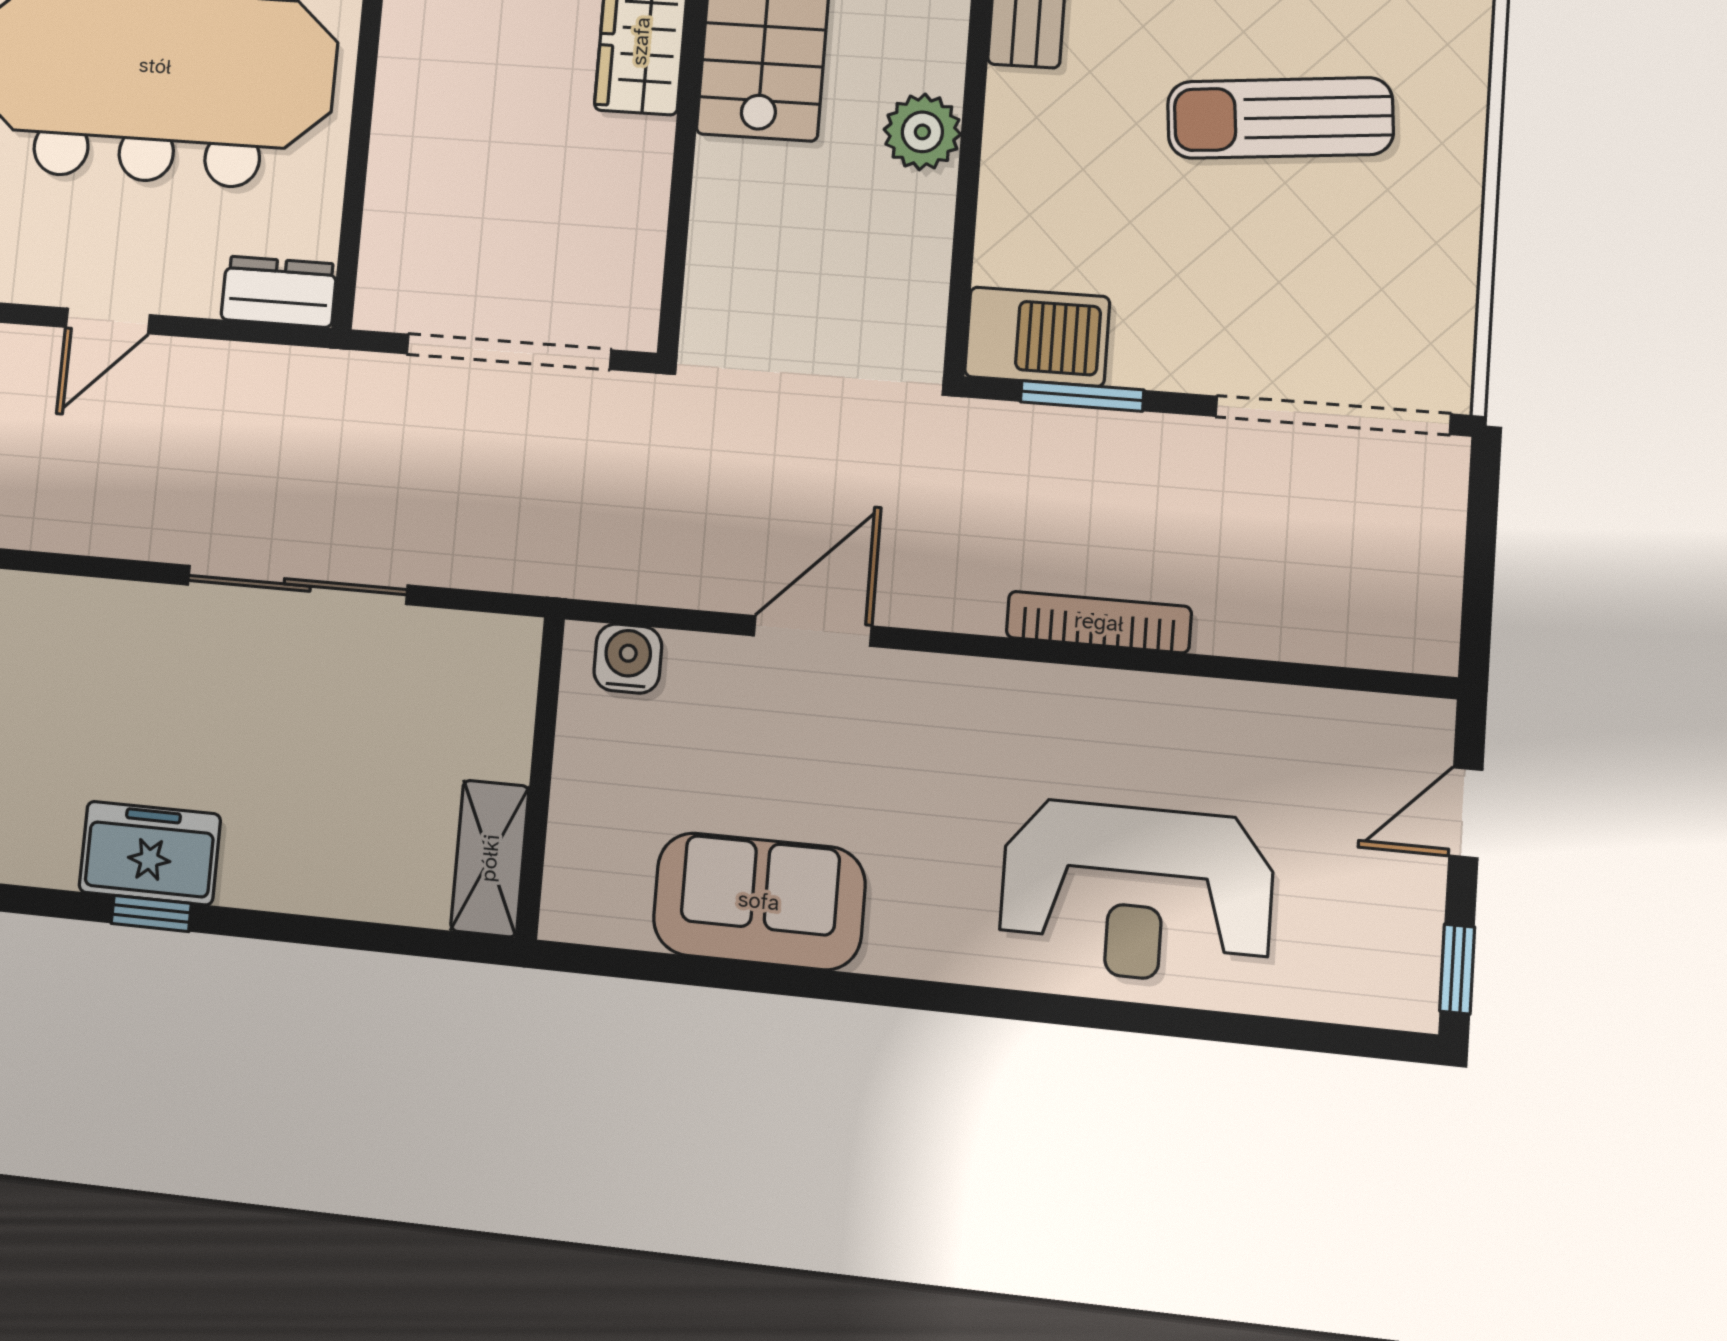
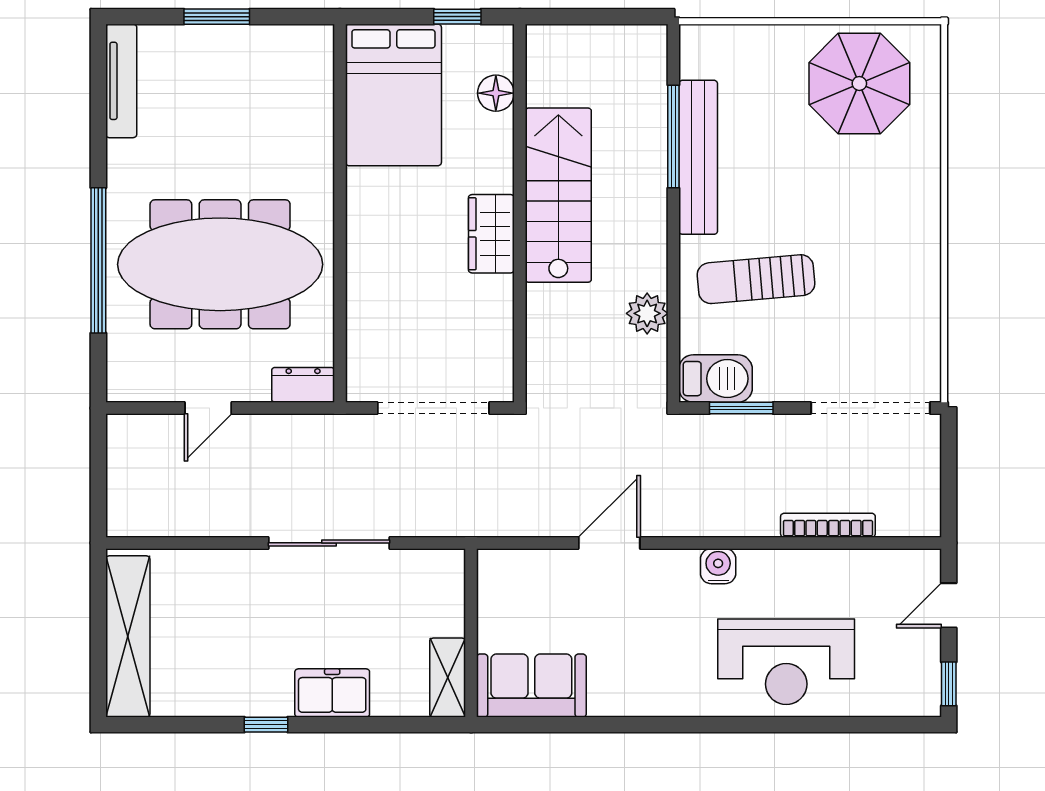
sun lounger: (1280, 118) -> (756, 279), moved
plant: (922, 132) -> (647, 313), moved
bookcase: (1099, 622) -> (828, 525), moved
water cooler: (628, 659) -> (718, 566), moved
freezer: (150, 853) -> (332, 693), moved
sofa: (759, 901) -> (531, 686), moved

